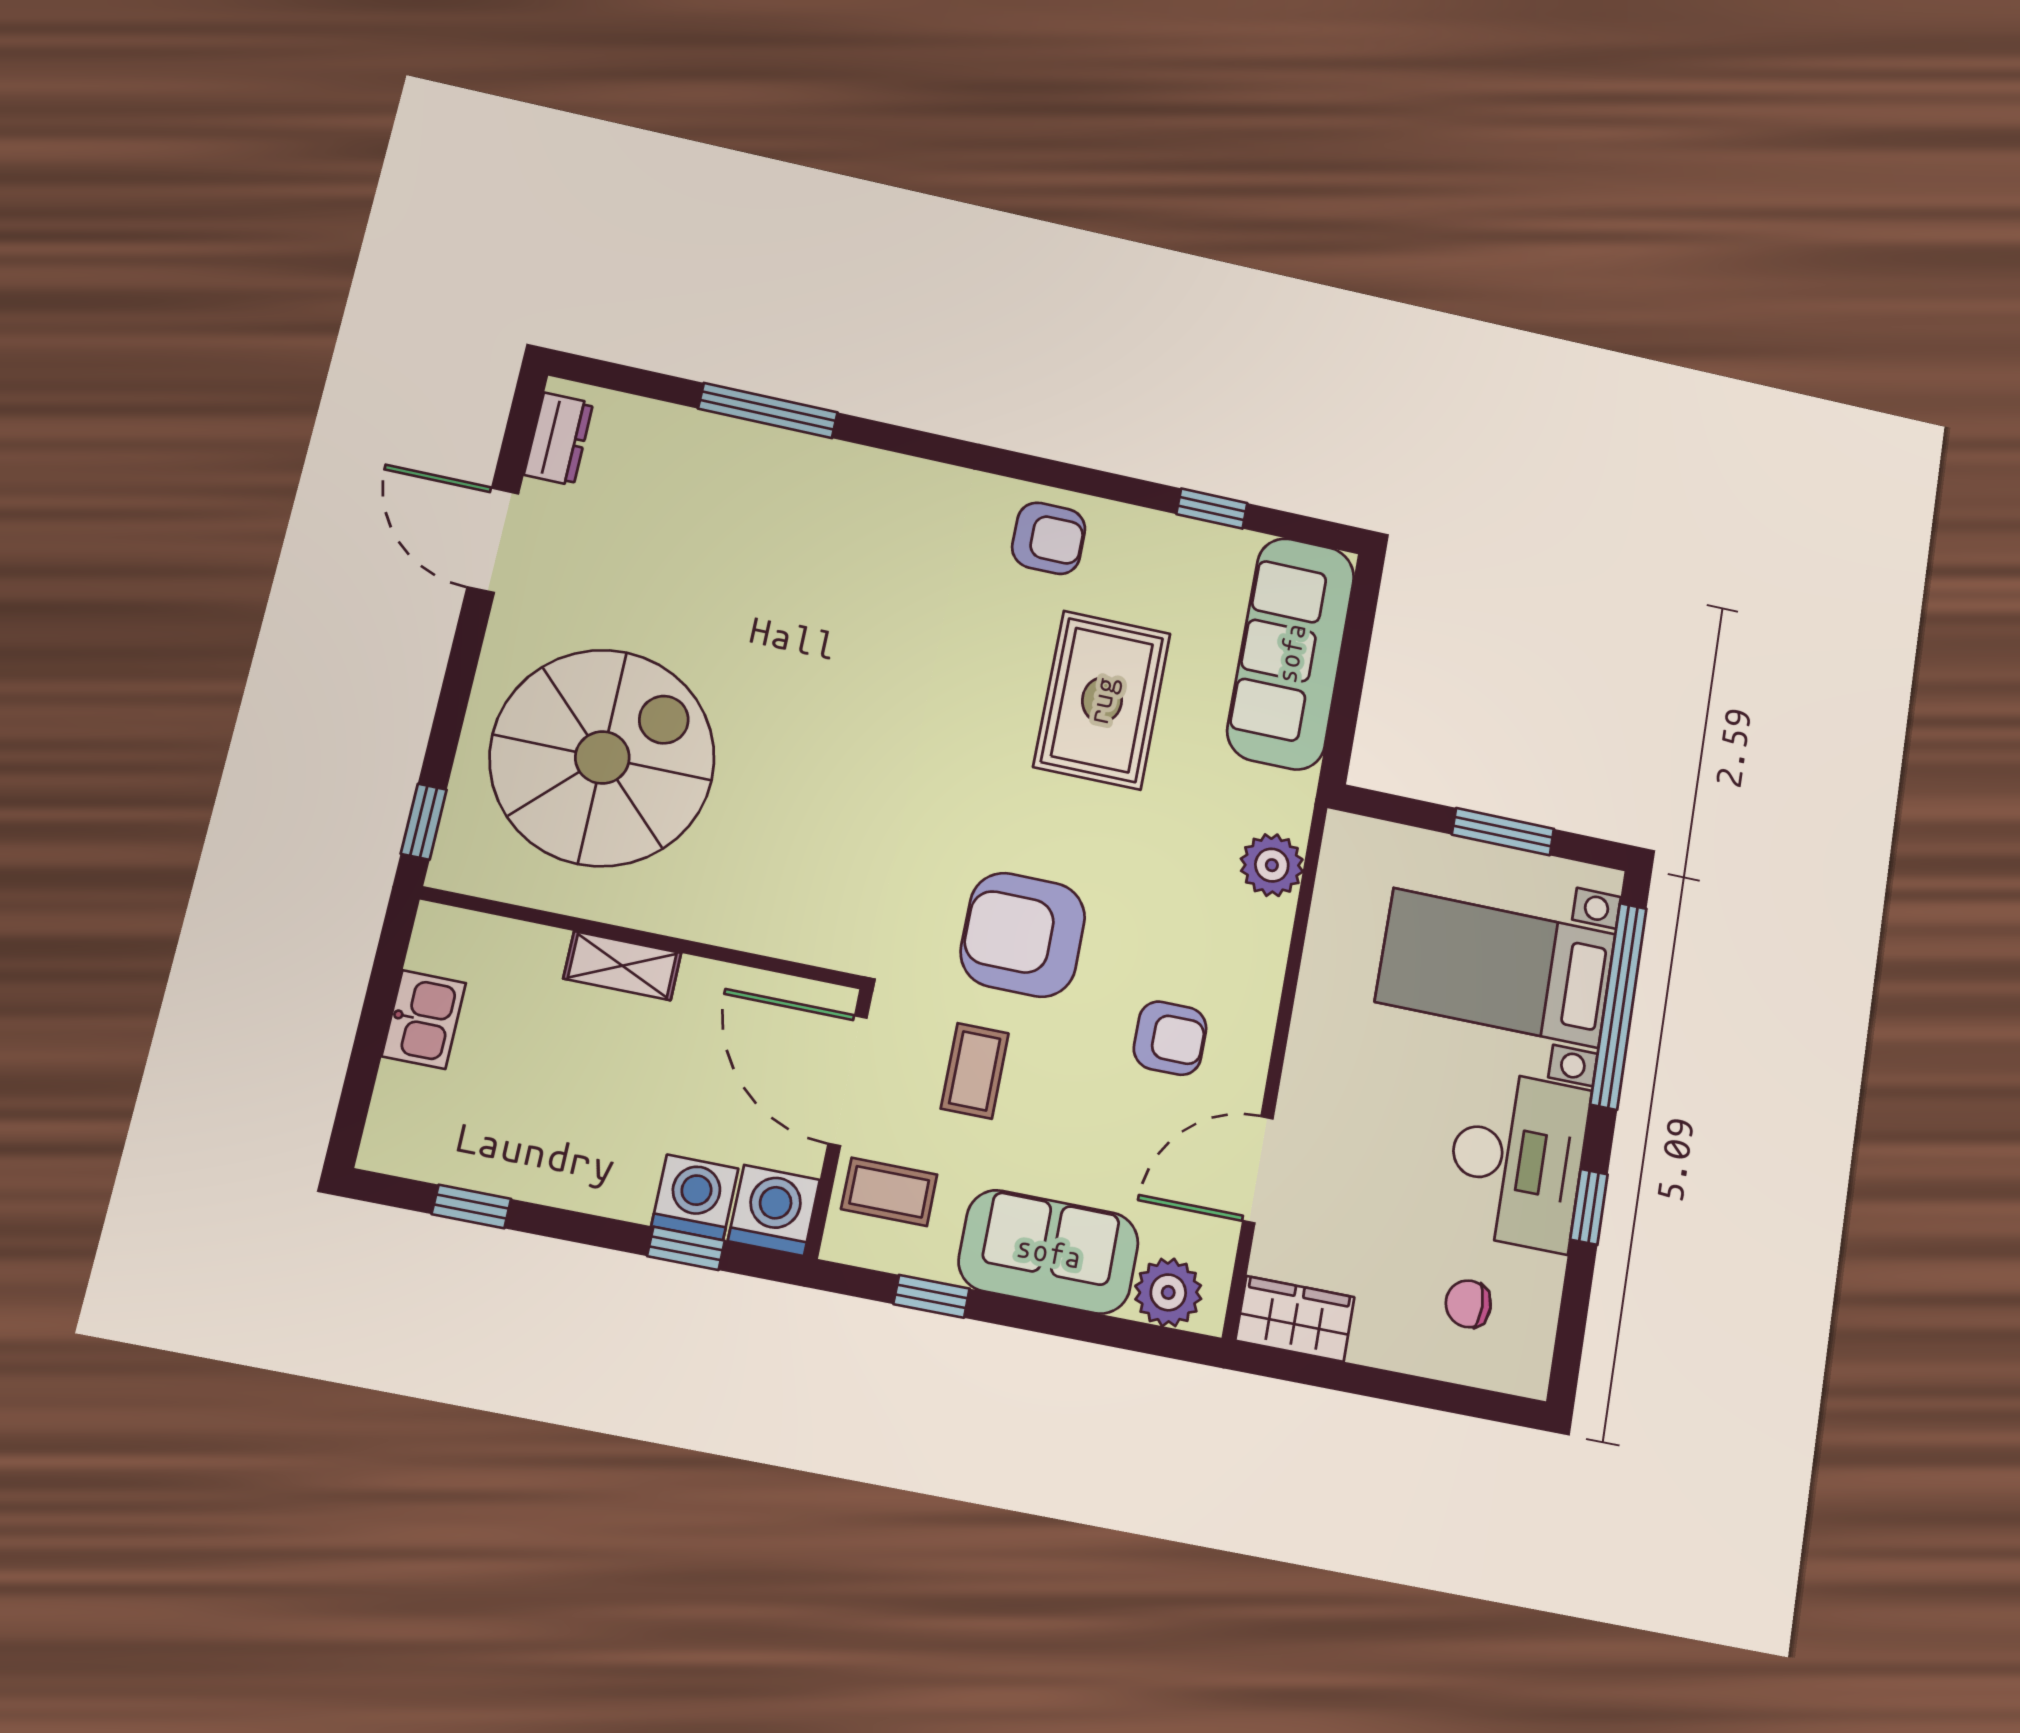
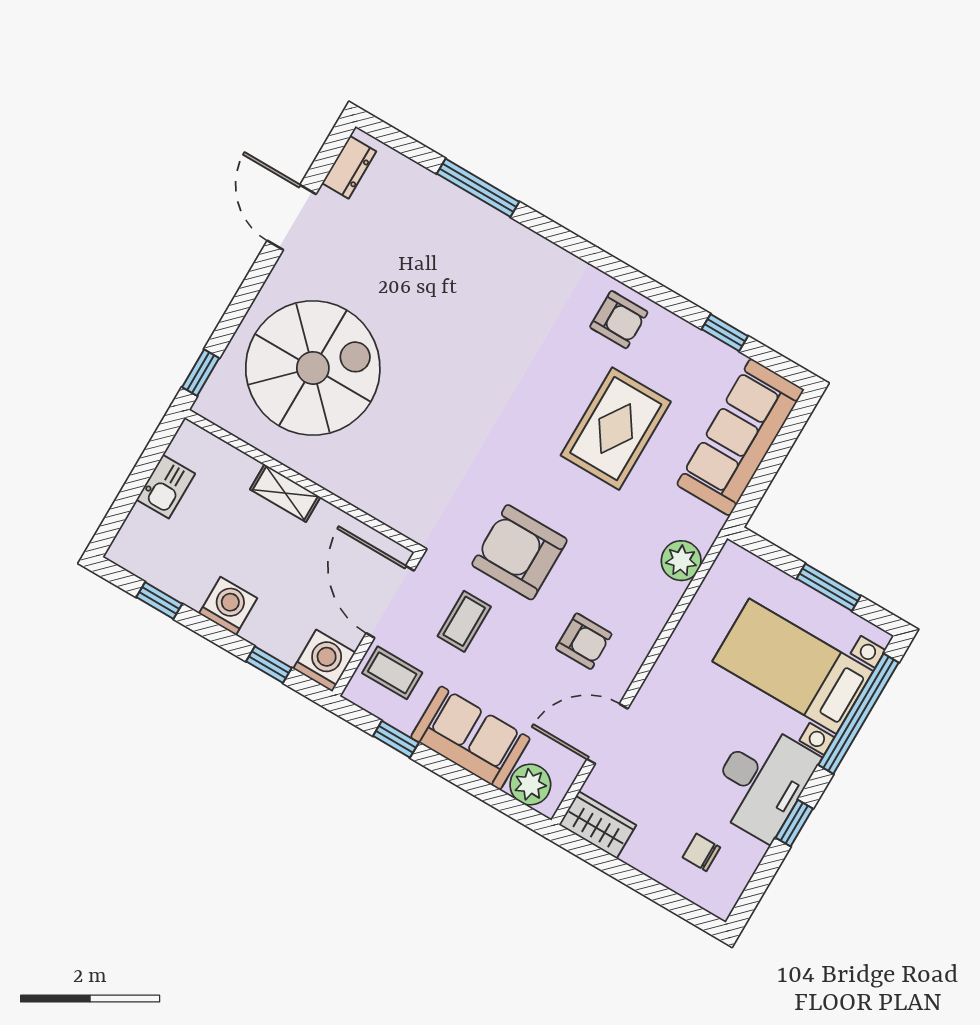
washing machine: (695, 1197) -> (228, 606), moved

